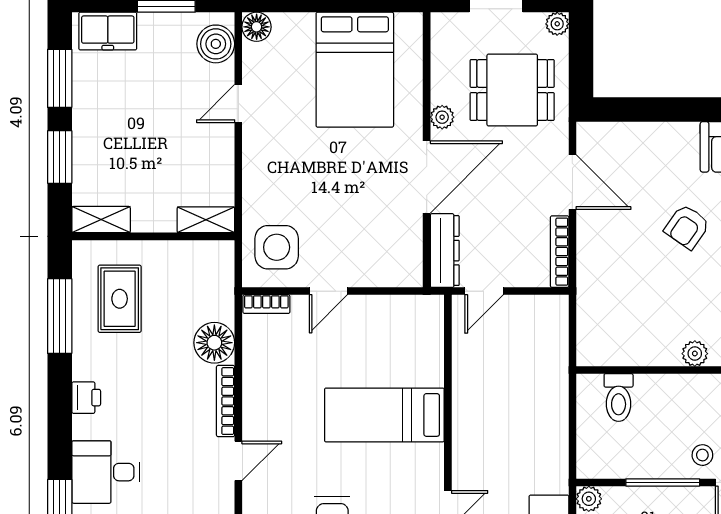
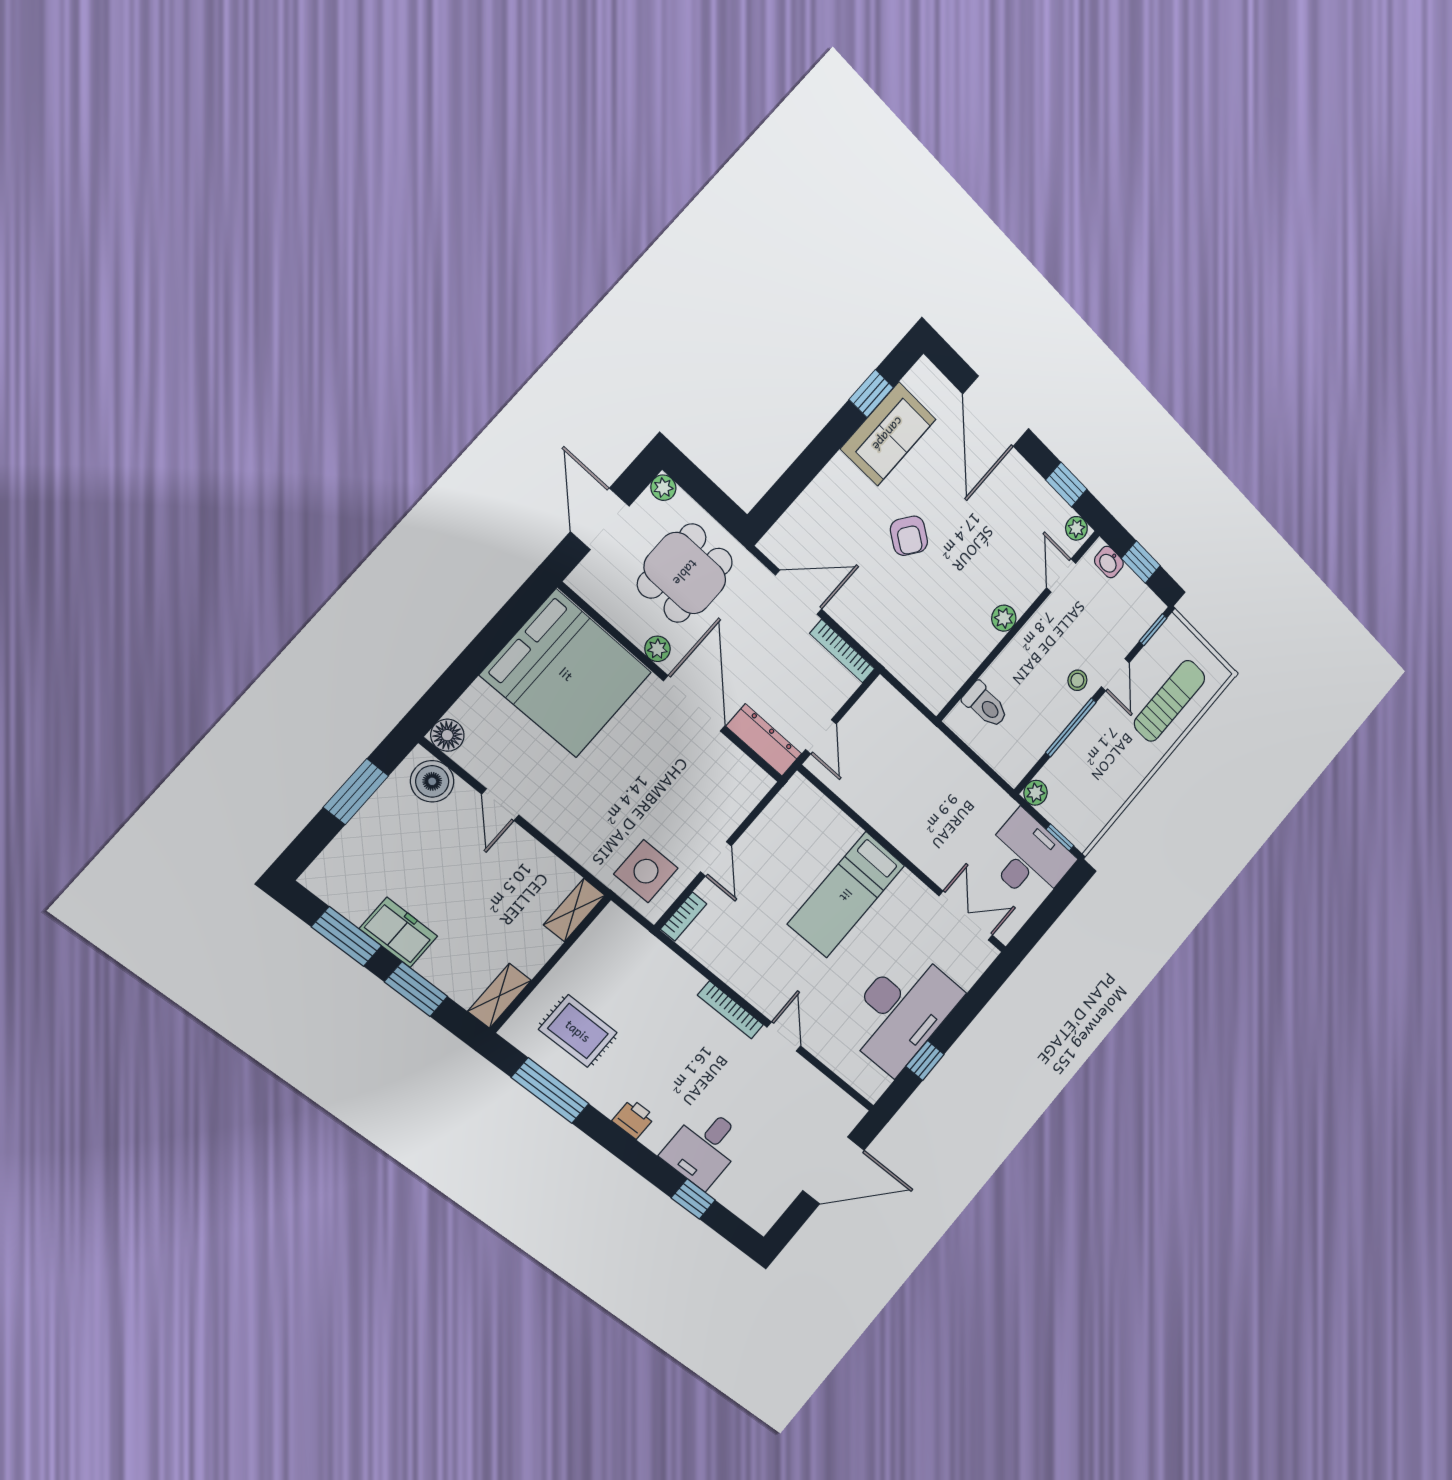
freezer: (108, 31) -> (399, 932), moved, turned -90
bed: (355, 70) -> (566, 674), width x1.36
floor lamp: (214, 343) -> (678, 983), removed

